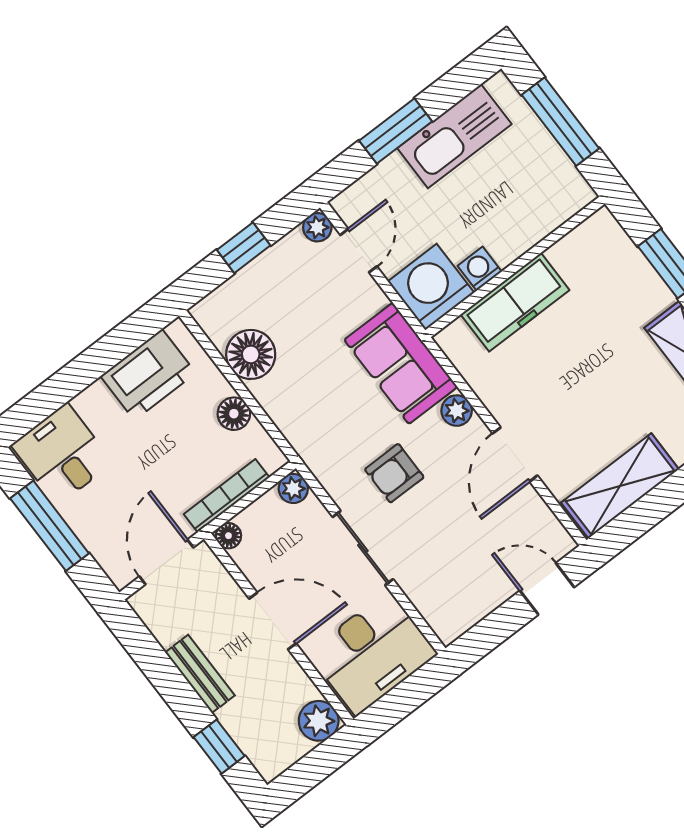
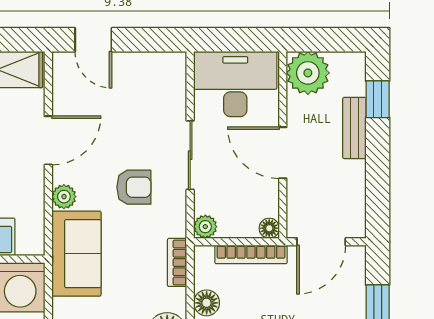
bookcase: (294, 431) -> (177, 262), added
bench: (200, 674) -> (354, 128), moved
plant: (319, 721) -> (308, 73), width x1.36, depth x1.36

